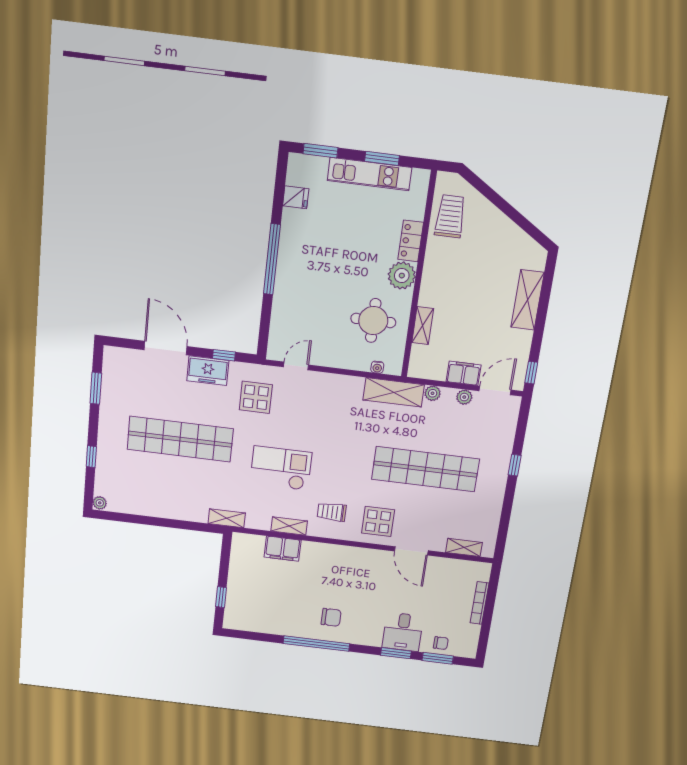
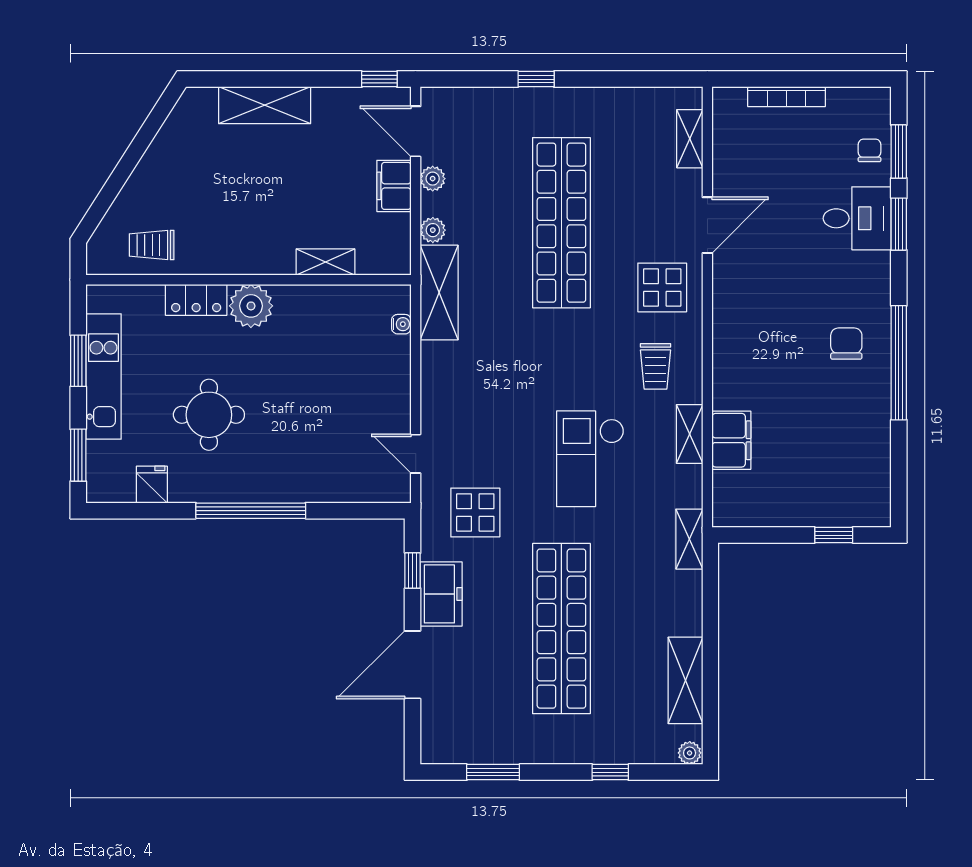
trolley: (450, 216) -> (152, 245), width x0.73, depth x0.72
round table: (373, 321) -> (209, 415), moved
shelving: (143, 506) -> (685, 680), added

